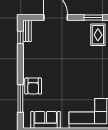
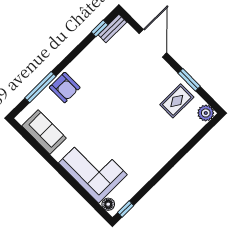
armchair: (33, 86) -> (65, 88), turned -90

